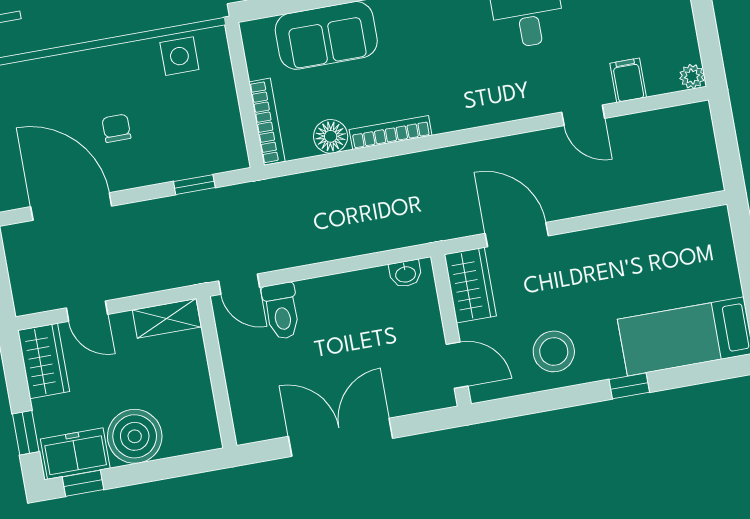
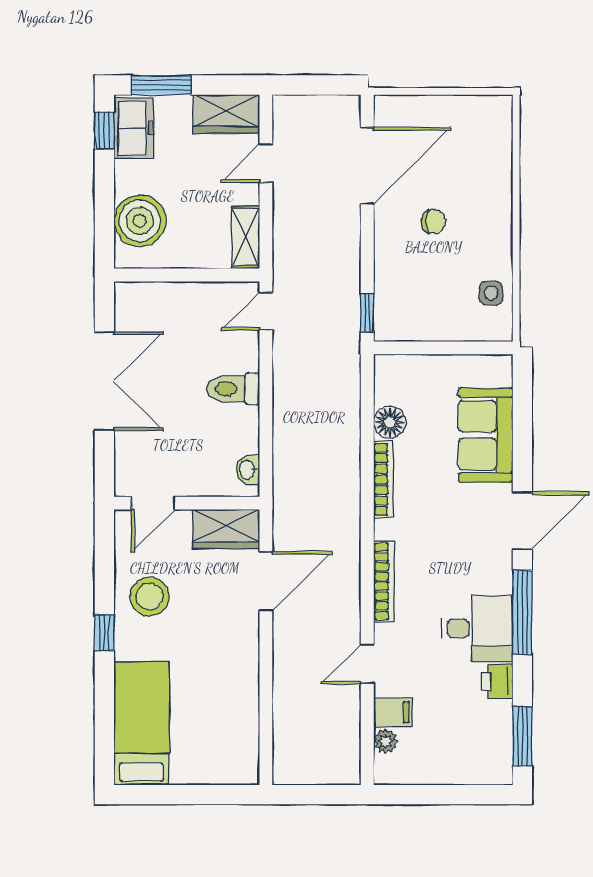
side table: (179, 56) -> (491, 293), width x0.73, depth x0.73
plant: (692, 76) -> (386, 741), moved
bookcase: (267, 122) -> (384, 581), moved, turned -90
window: (194, 185) -> (367, 313), moved
toilet: (282, 311) -> (233, 389), moved
window: (629, 386) -> (104, 633), moved
window: (26, 433) -> (161, 85), width x1.50
boiler: (135, 436) -> (140, 221), moved

